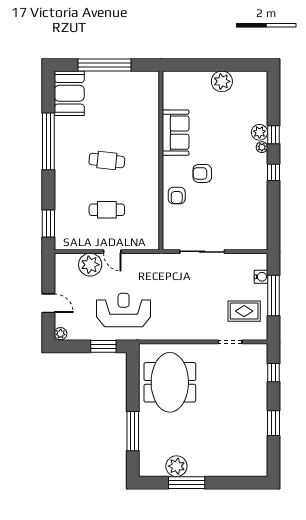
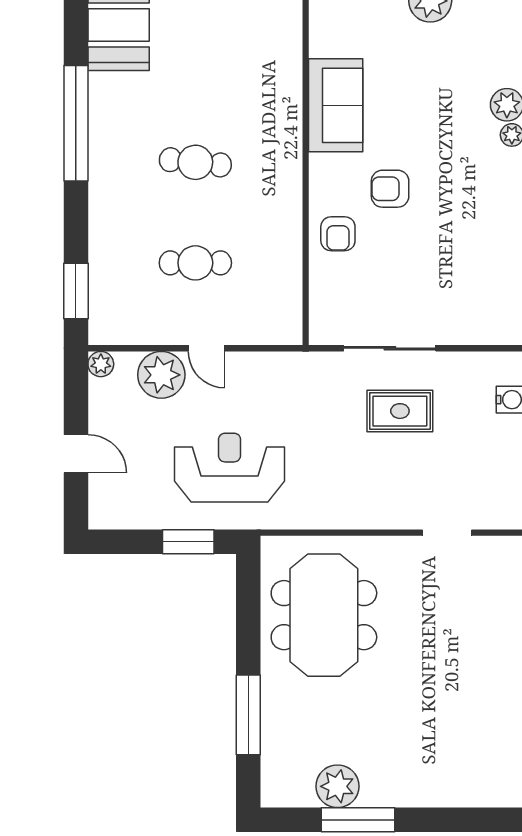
rug: (244, 311) -> (400, 411), moved
plant: (61, 334) -> (101, 364), moved

